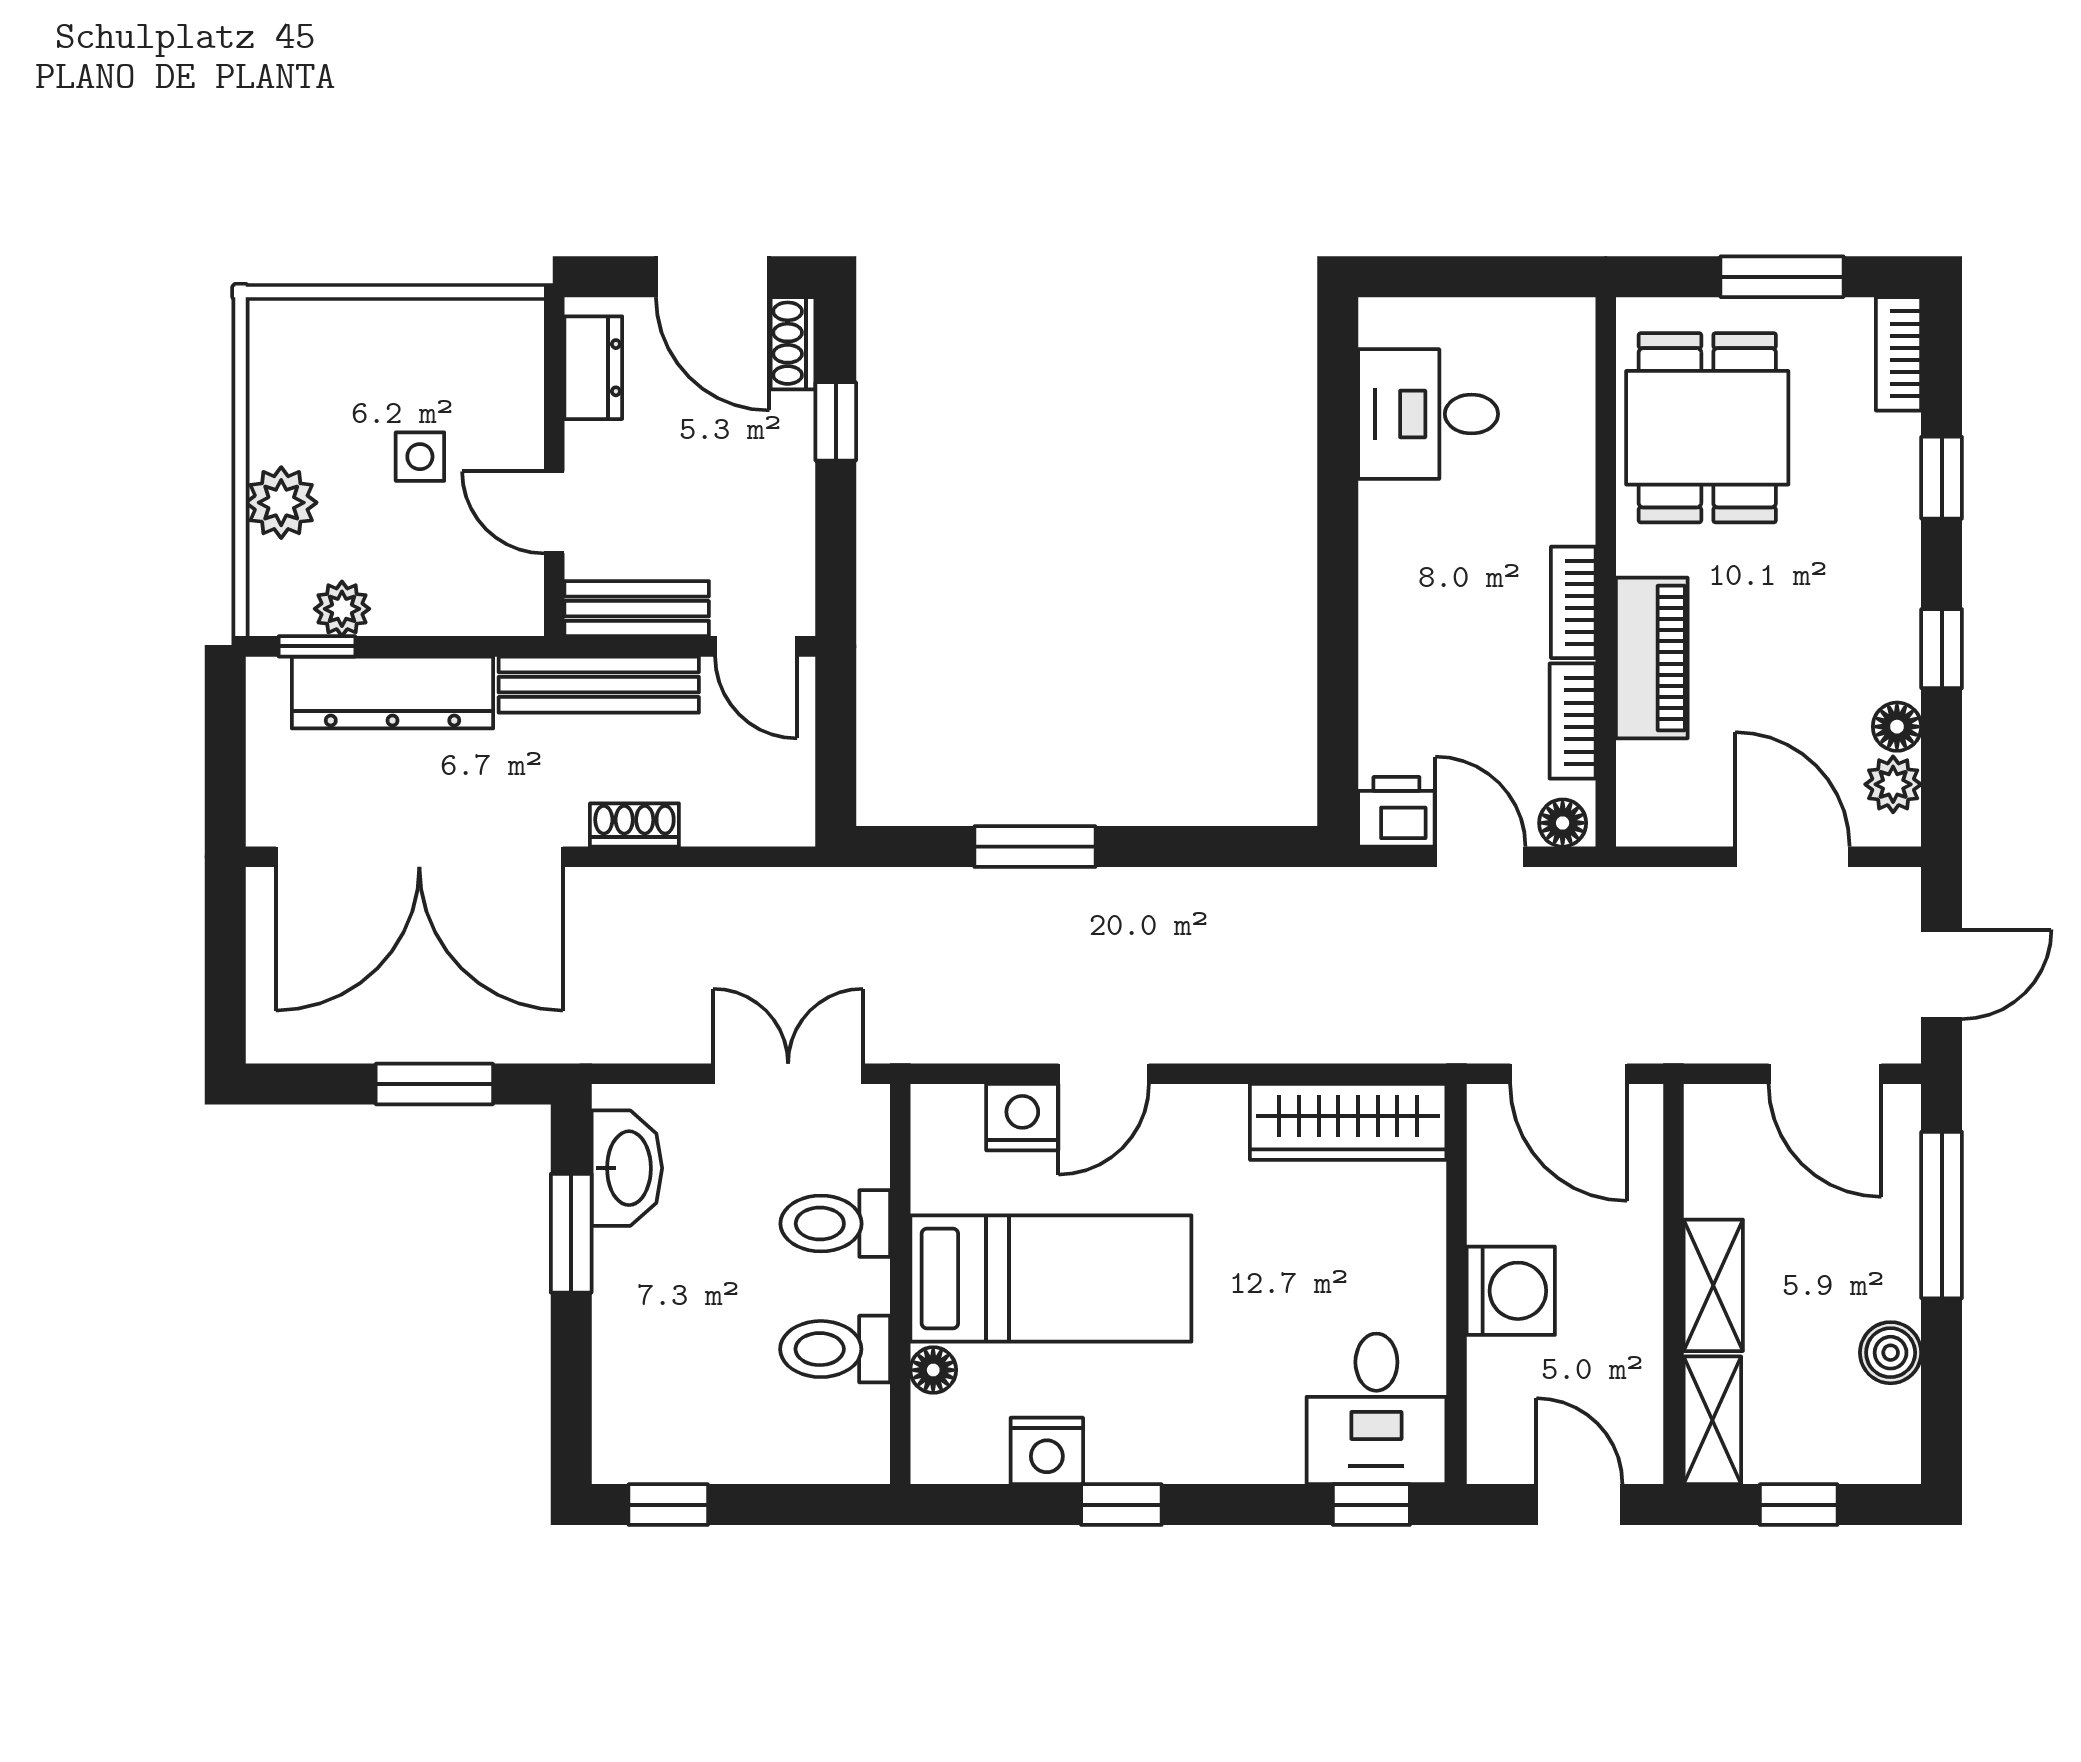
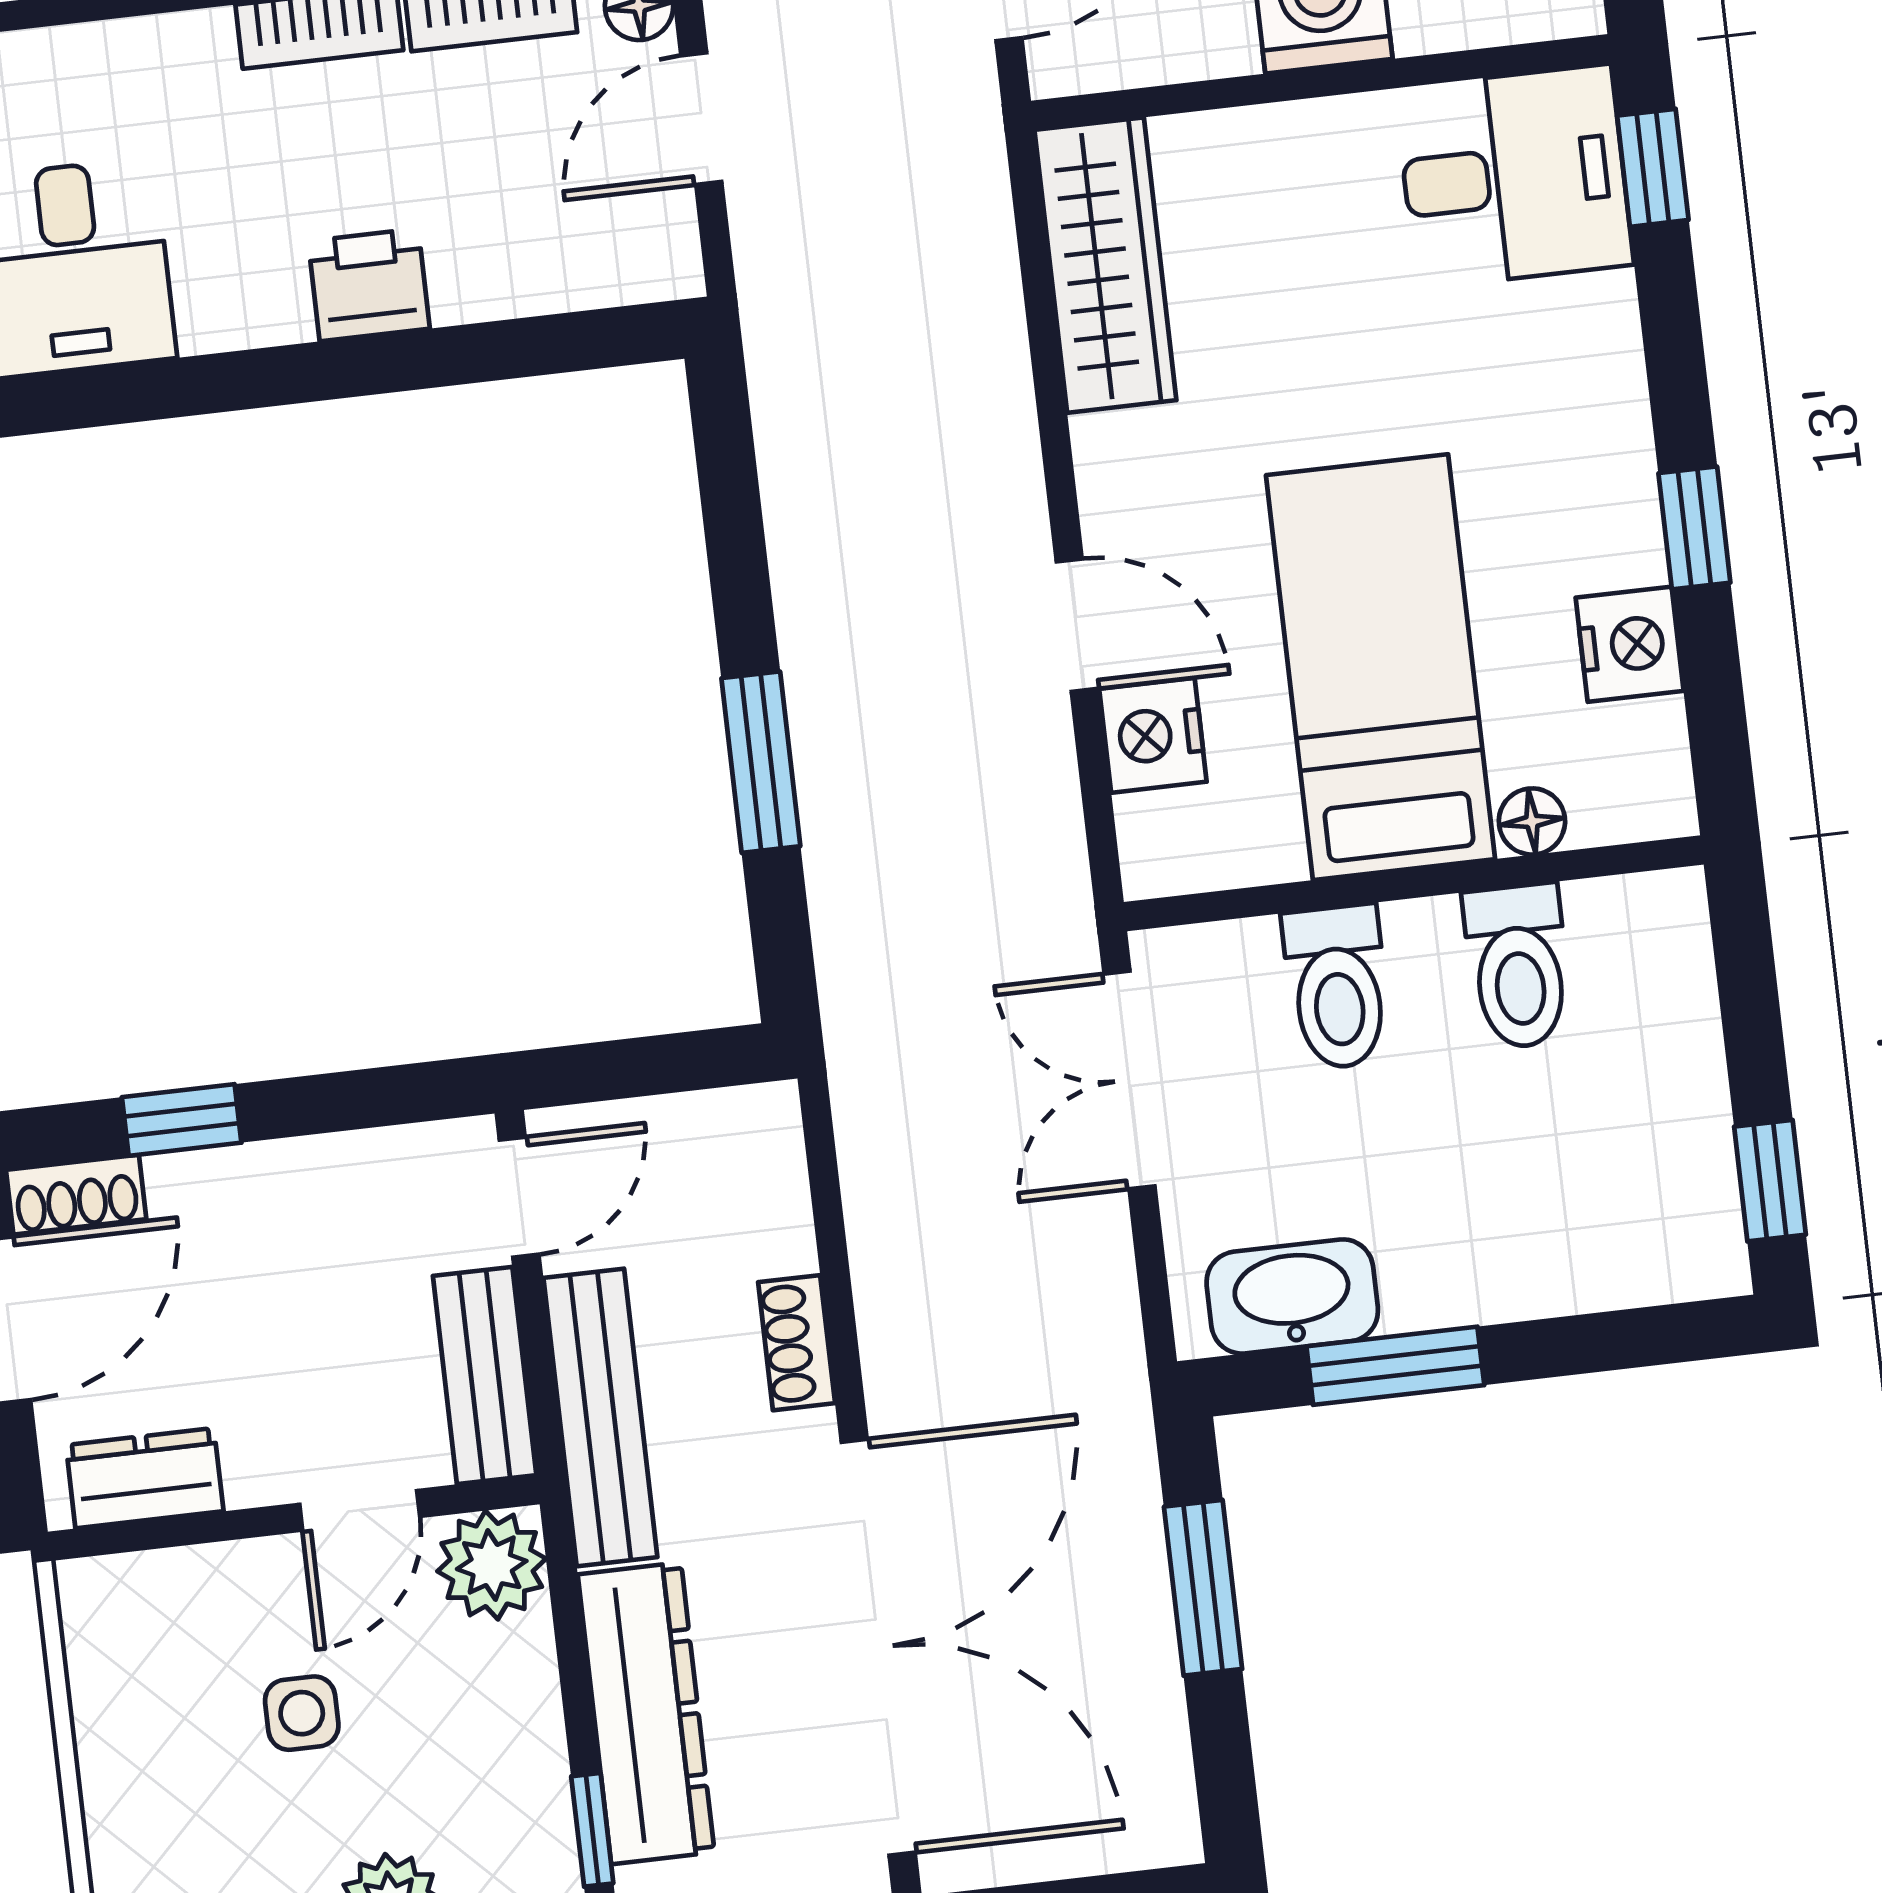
plant: (342, 609) -> (492, 1565), moved, width x1.38, depth x1.38
printer: (1396, 812) -> (369, 285), moved, turned 90

